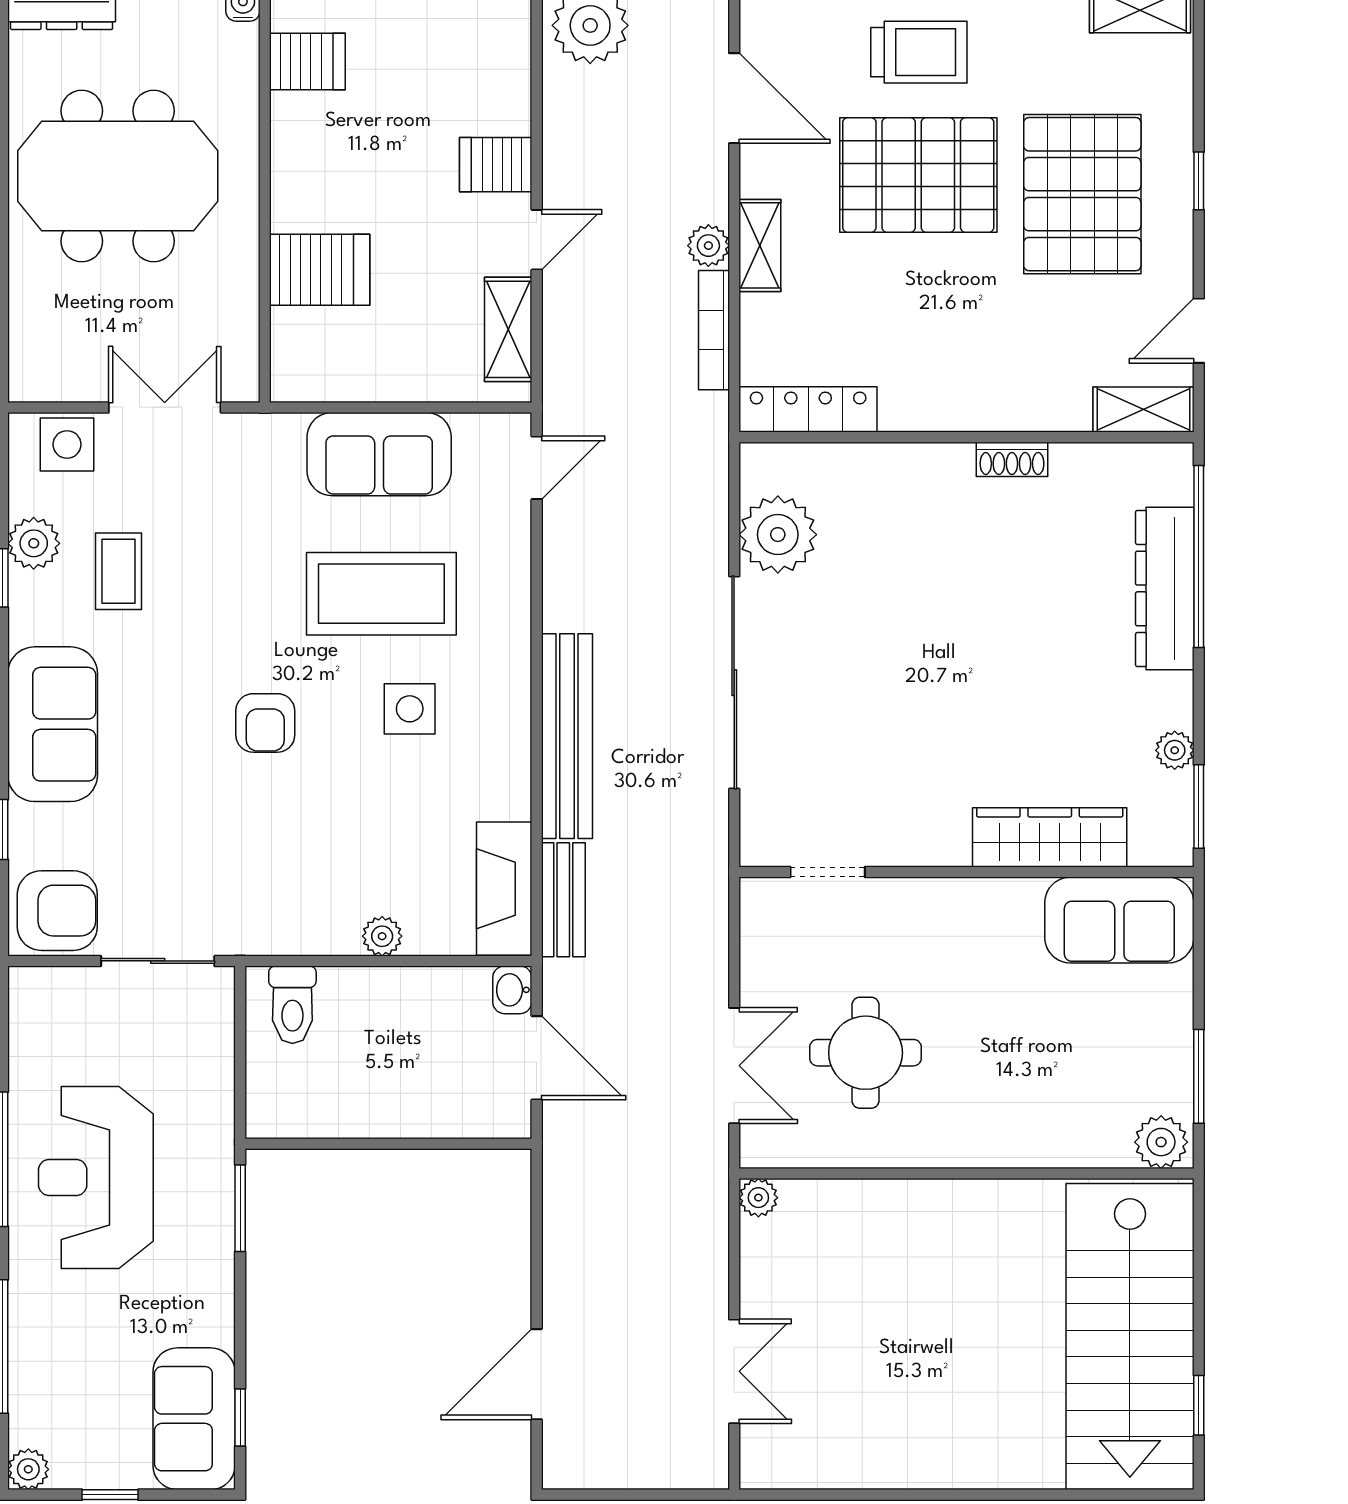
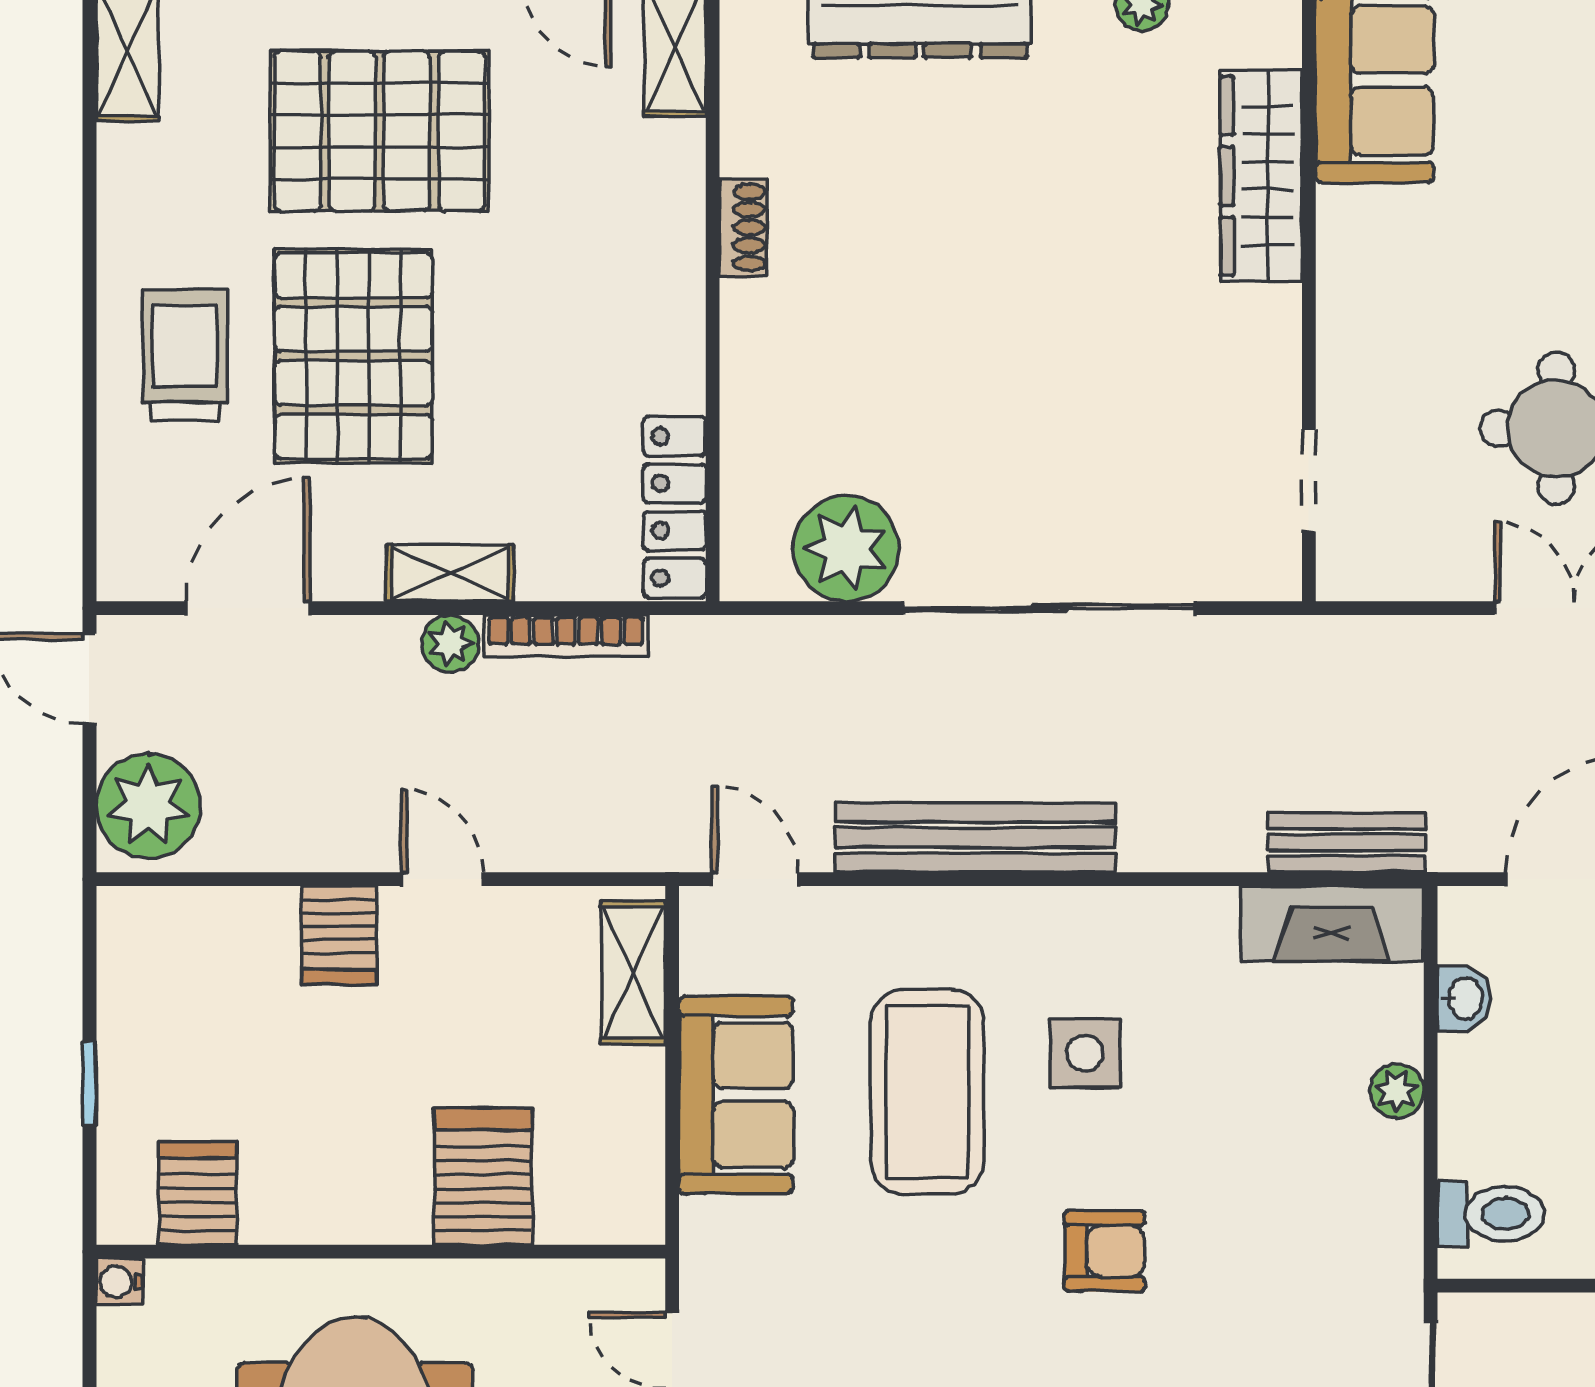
shelving: (508, 329) -> (633, 972), moved, turned 90
bench: (567, 736) -> (975, 837), moved
washbasin: (512, 990) -> (1464, 998), moved, turned -90

